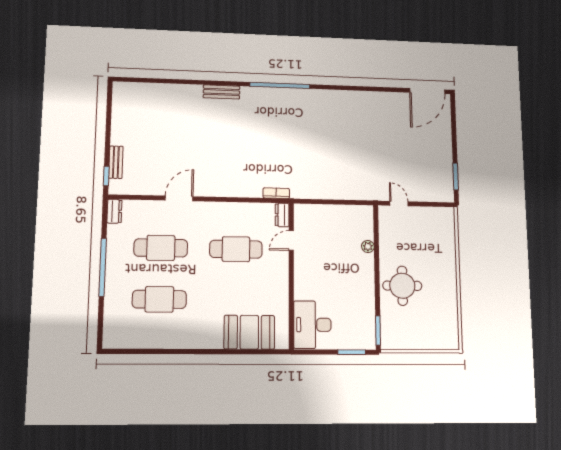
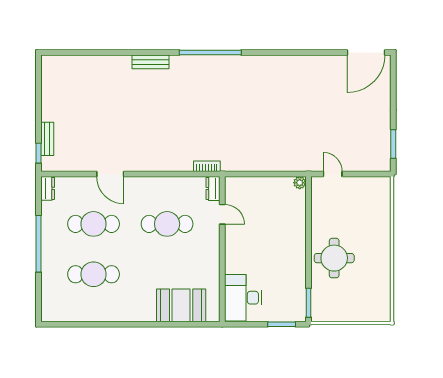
door: (179, 198) -> (110, 174), swing flipped
door: (291, 241) -> (222, 214), swing flipped
plant: (368, 247) -> (300, 183), moved

